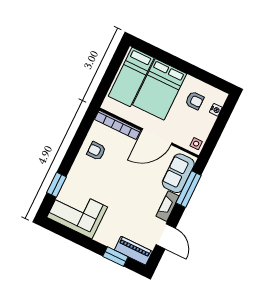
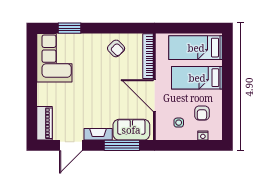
bed: (160, 89) -> (197, 78), width x0.67
side table: (196, 144) -> (179, 123), moved
armchair: (96, 151) -> (116, 48), turned 136
window: (115, 257) -> (32, 110), removed

